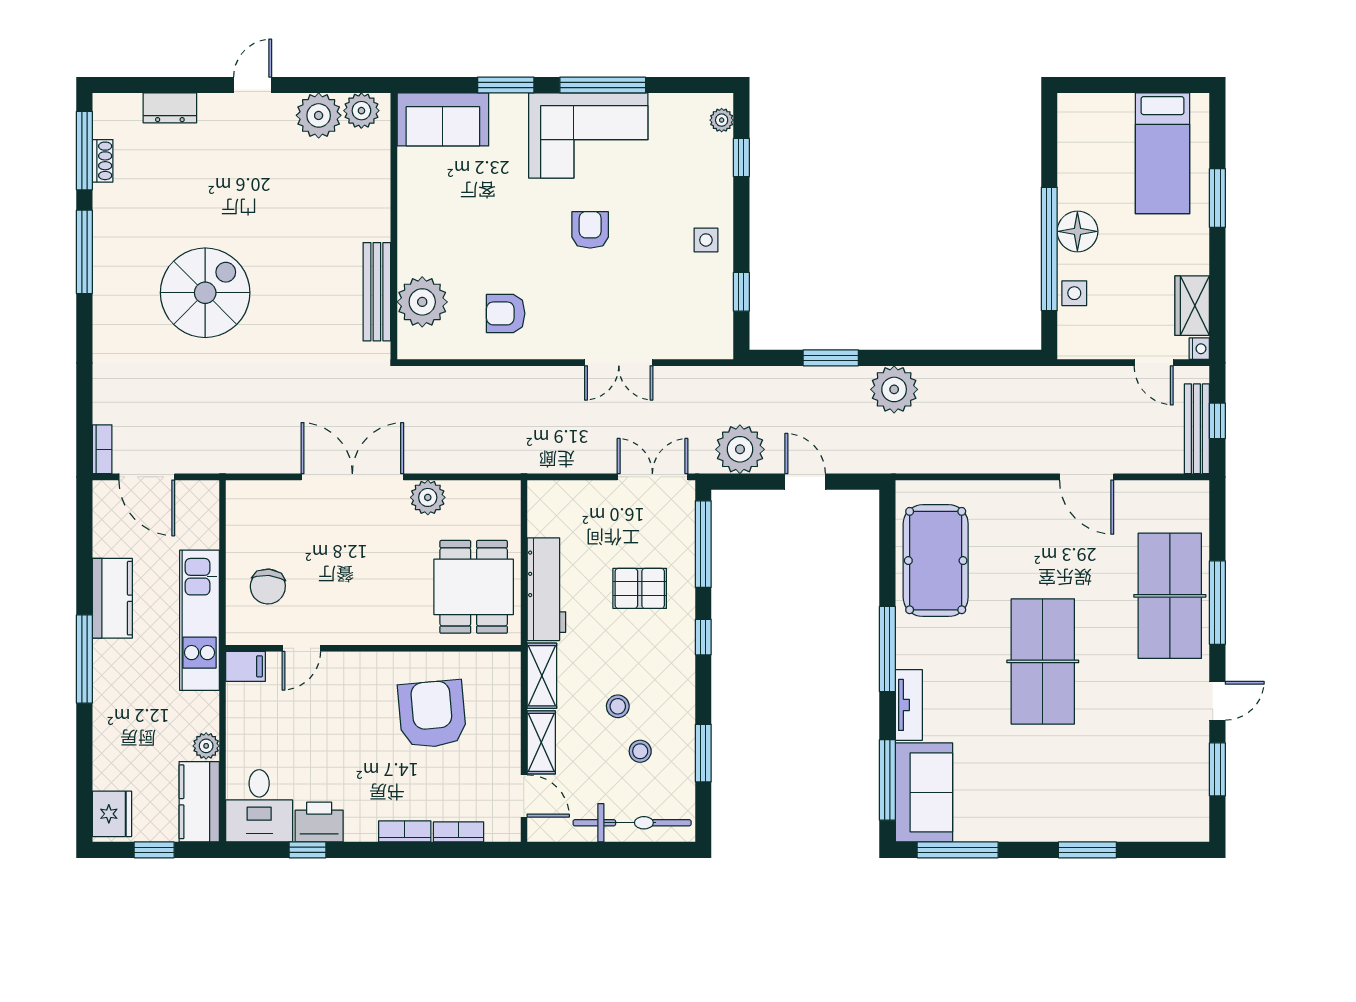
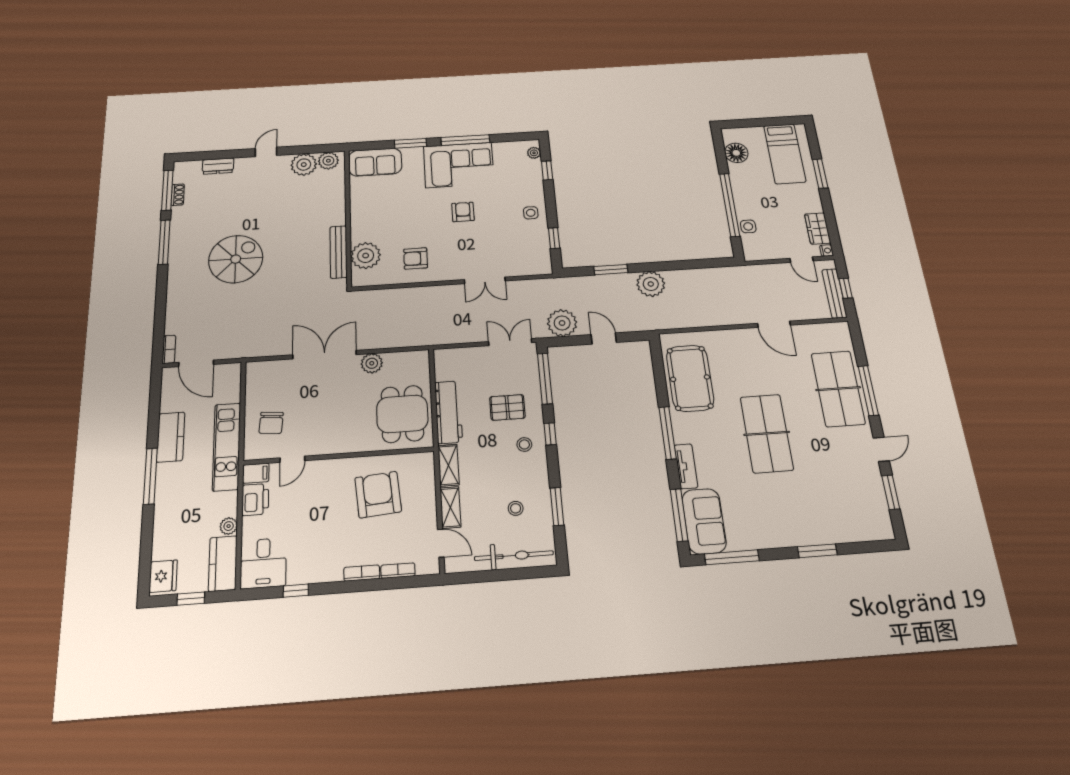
floor lamp: (1077, 231) -> (736, 153), moved
stool: (618, 706) -> (524, 444), moved
printer: (319, 822) -> (255, 500), moved, turned 90

